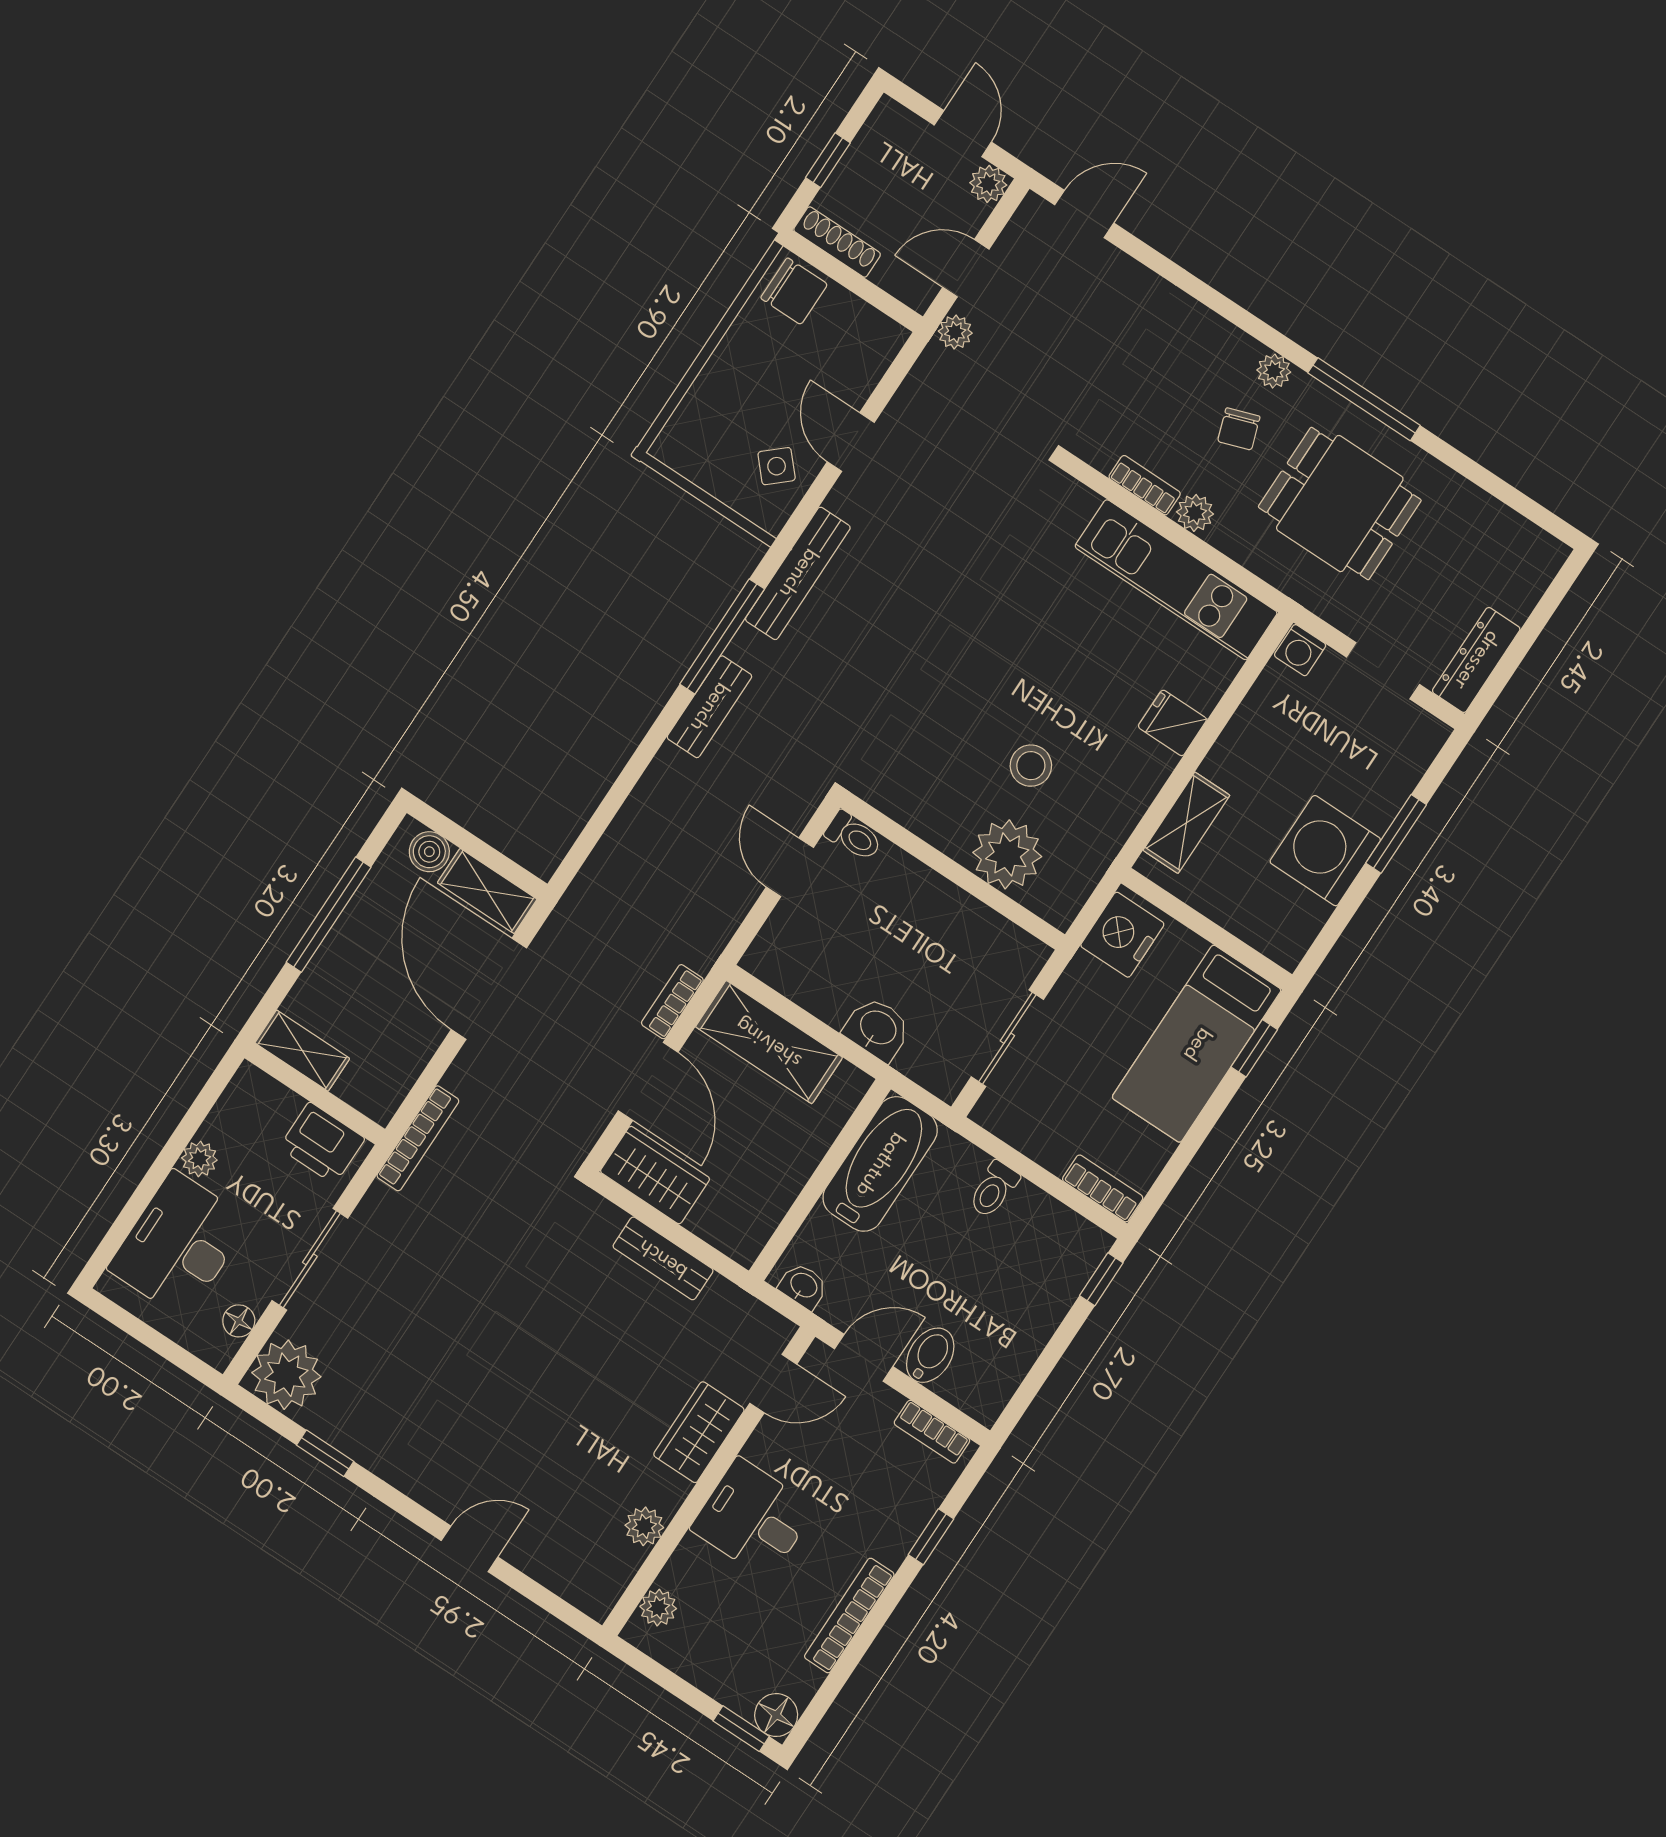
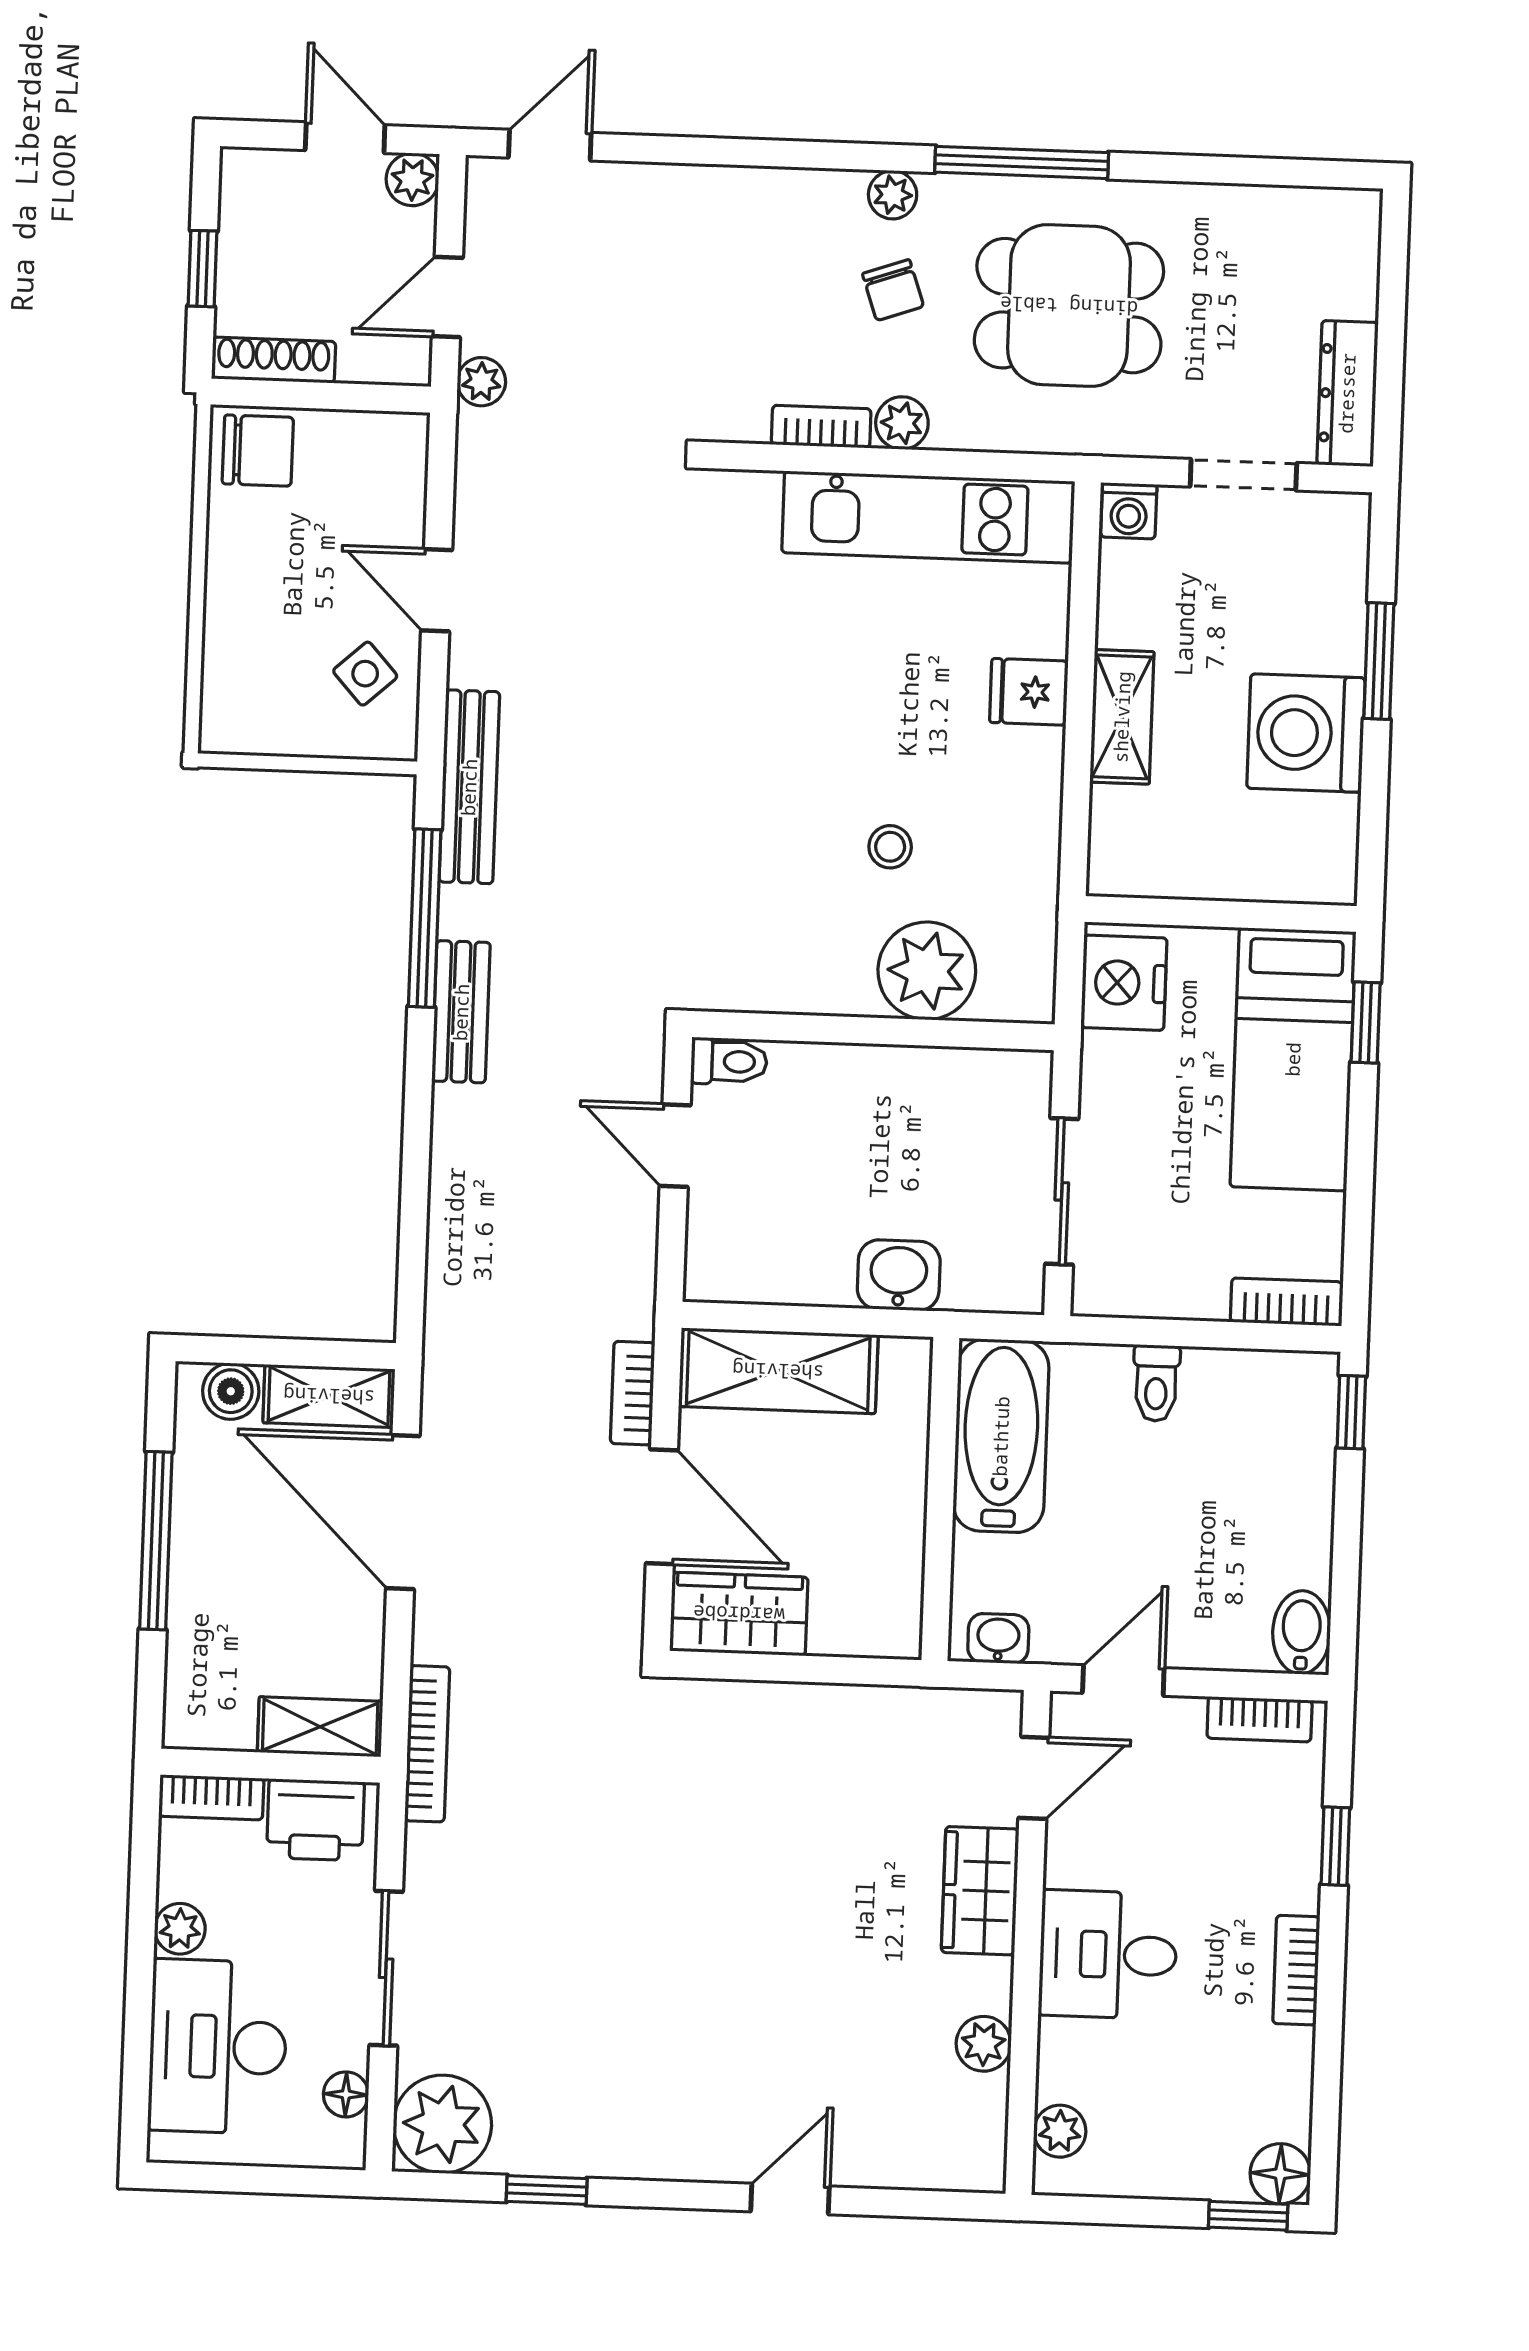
stool: (1031, 766) -> (890, 847), width x0.73, depth x0.73
shelving: (1186, 823) -> (1122, 717), moved
shelving: (302, 1051) -> (320, 1727), moved
bookcase: (267, 1091) -> (211, 1797), added
bench: (663, 1258) -> (810, 1708), removed
bidet: (930, 1355) -> (1301, 1632), moved
bookcase: (849, 1616) -> (1296, 1970), width x0.64

